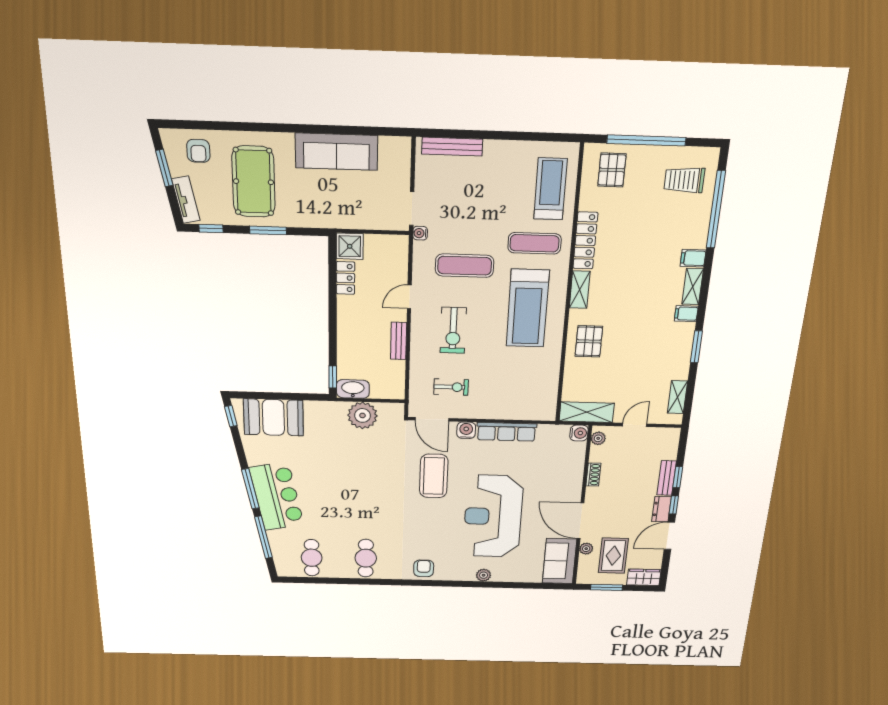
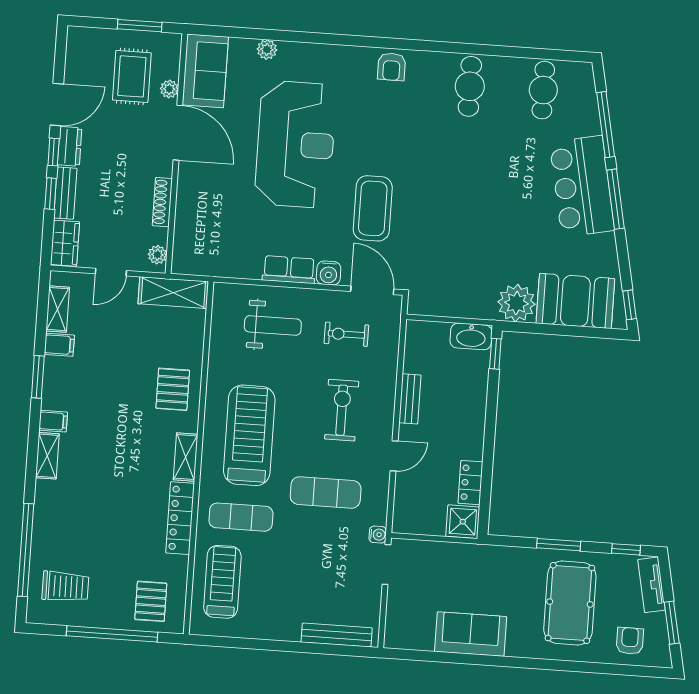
sofa: (336, 152) -> (471, 634), width x0.73
treadmill: (550, 189) -> (222, 582), turned 180
filing cabinet: (693, 258) -> (59, 345), moved
weight bench: (509, 391) -> (273, 325), added
plant: (362, 415) -> (516, 303), moved
row of seats: (506, 432) -> (289, 270), width x0.68
water cooler: (579, 433) -> (183, 263), removed
shoe rack: (593, 475) -> (162, 202), width x1.43
plant: (484, 575) -> (267, 49), moved
wardrobe: (644, 577) -> (65, 243), moved, turned -90

